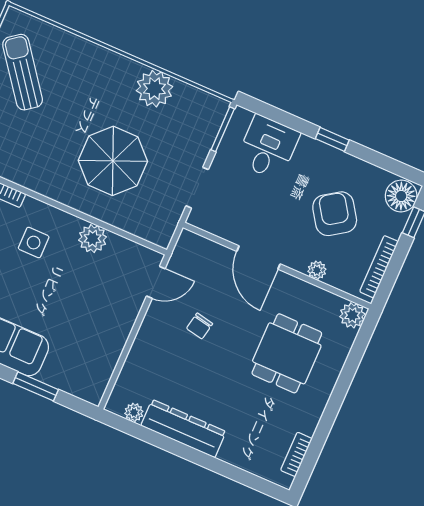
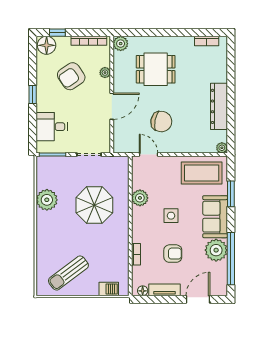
side table: (34, 243) -> (171, 216), moved
chair: (200, 326) -> (161, 122), width x1.87, depth x1.87
coffee table: (89, 354) -> (202, 173), added
plant: (134, 412) -> (222, 148), moved

